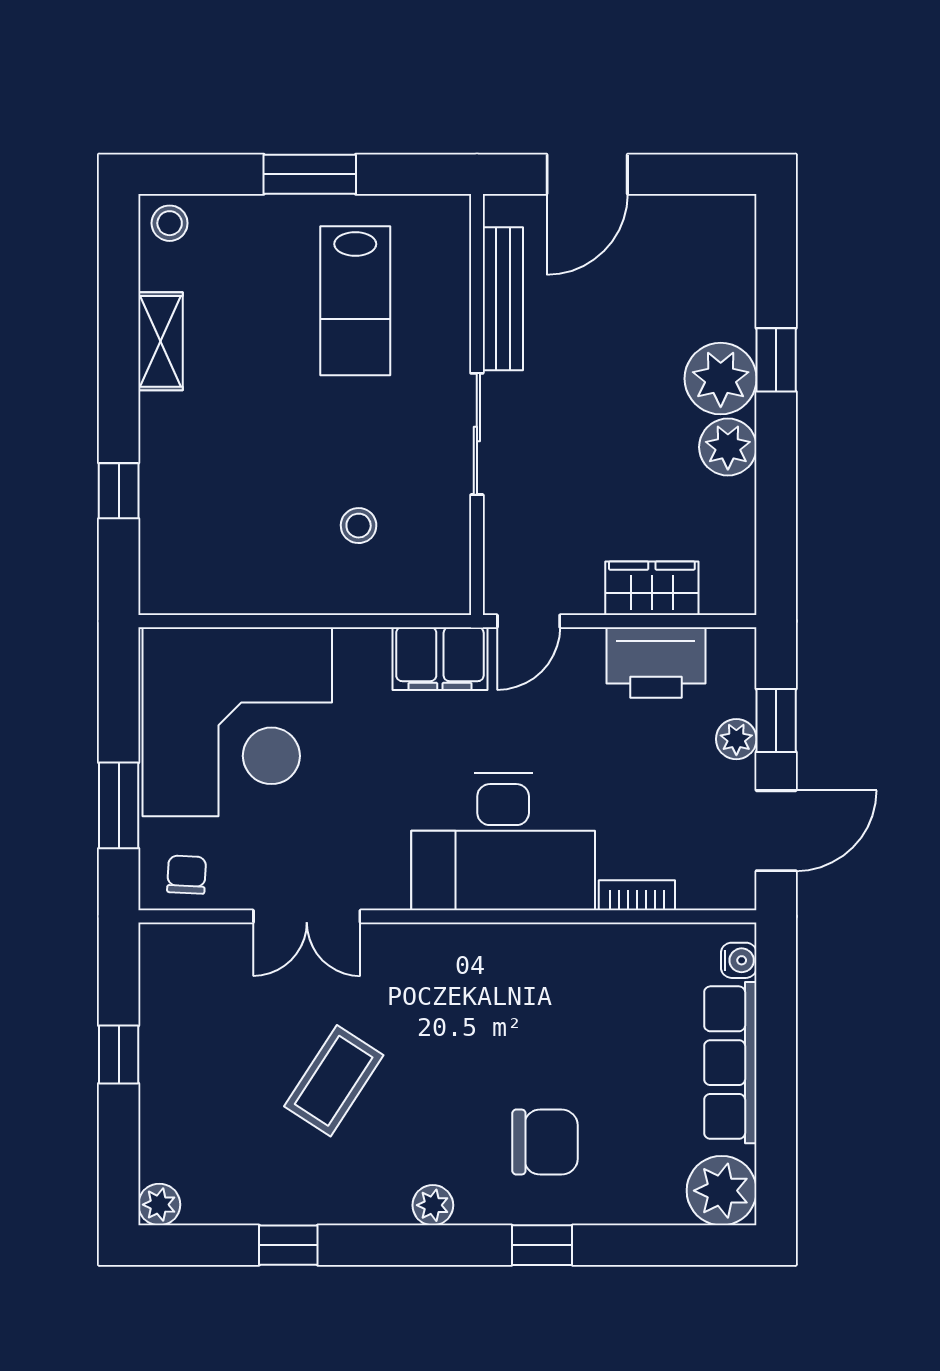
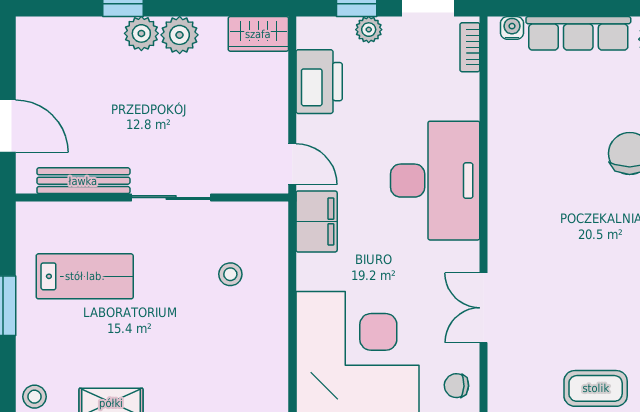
plant: (721, 379) -> (141, 33), width x0.73, depth x0.73
wardrobe: (652, 588) -> (258, 34), moved, turned -90
bookcase: (637, 895) -> (470, 47), moved
double door: (307, 916) -> (484, 308), swing flipped
coffee table: (334, 1081) -> (596, 388), moved, turned -33

